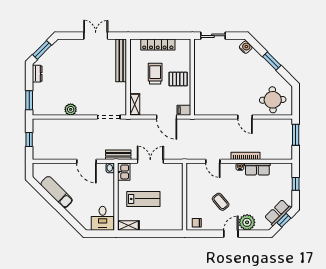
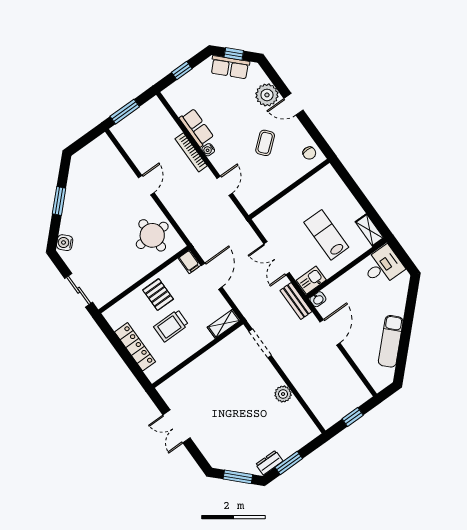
bench: (121, 60) -> (184, 376), removed
window: (29, 100) -> (289, 463), moved
round table: (273, 100) -> (152, 235), moved

